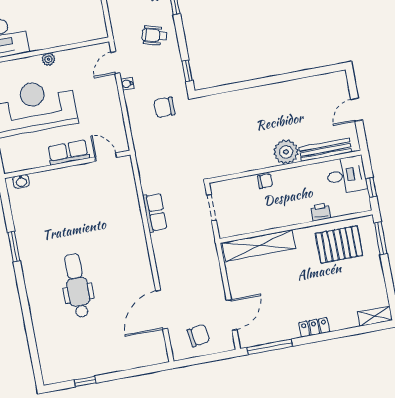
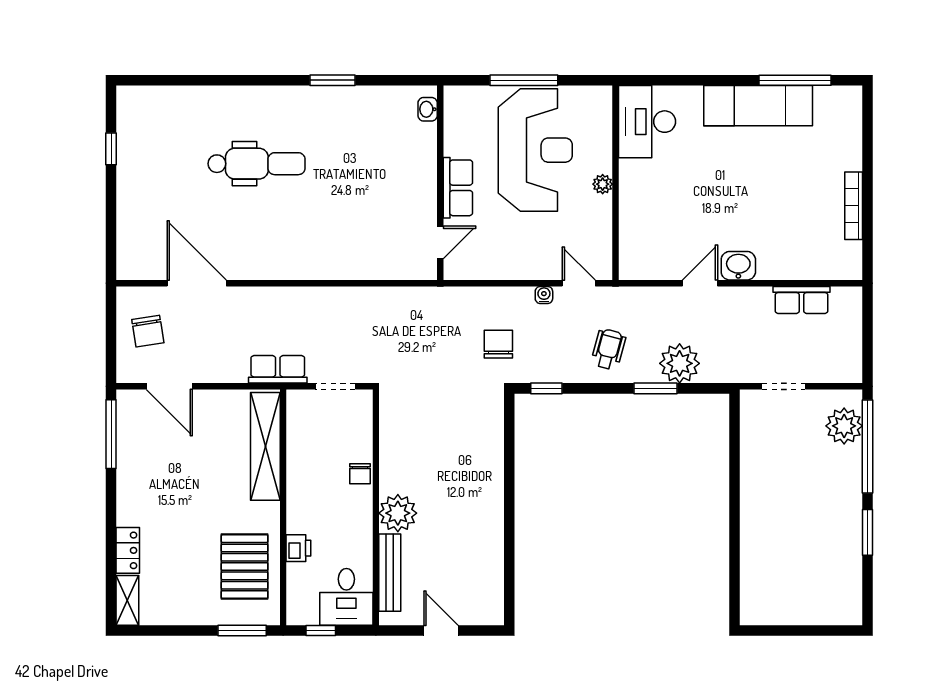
row of seats: (155, 212) -> (278, 369), moved, turned 180
locker: (314, 327) -> (128, 550), moved

